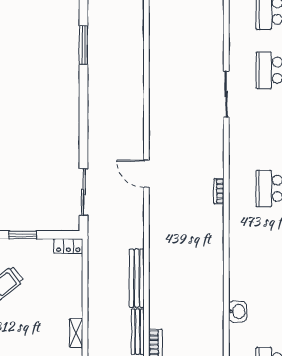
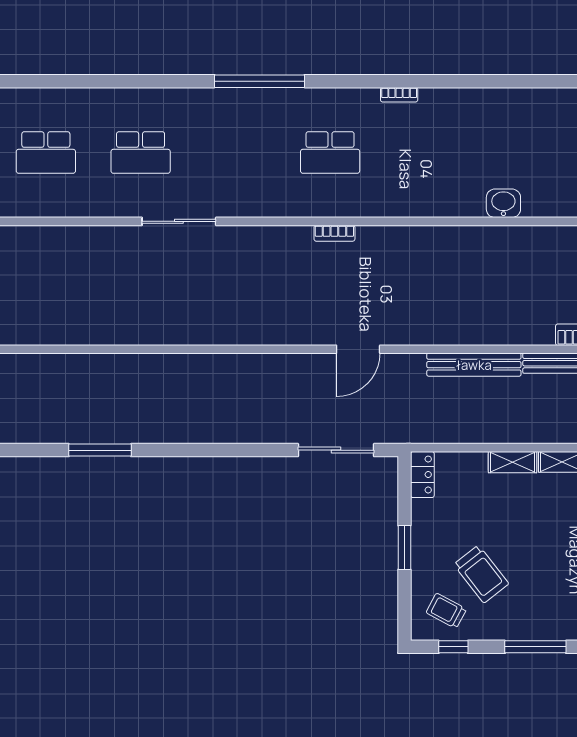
door: (146, 174) -> (358, 349), moved
shelving: (76, 302) -> (513, 462), added
washbasin: (237, 311) -> (503, 203), moved

